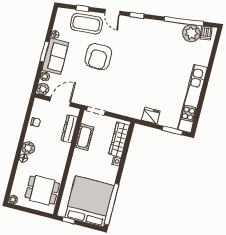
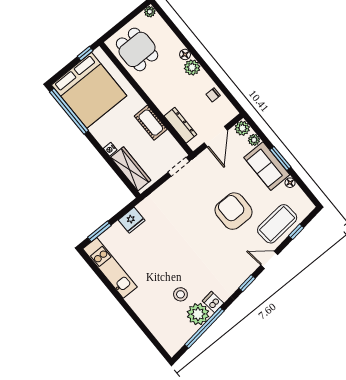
plant: (191, 33) -> (198, 314), moved
dishwasher: (206, 33) -> (213, 302), moved
stool: (174, 51) -> (180, 294), added
kitchen unit: (192, 98) -> (110, 268), width x0.73
cot: (84, 137) -> (151, 123), moved
dining table: (42, 190) -> (137, 49), turned 90

